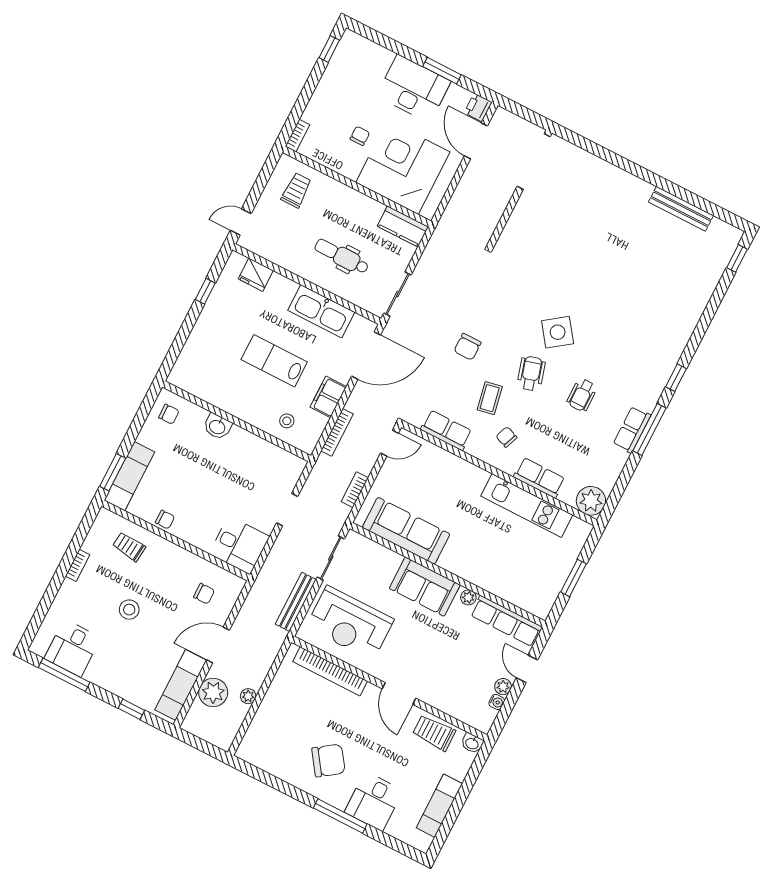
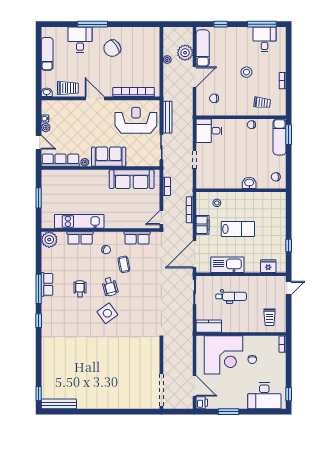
desk: (414, 89) -> (264, 396), moved
bench: (681, 209) -> (59, 404), moved
chair: (467, 347) -> (147, 284), removed

